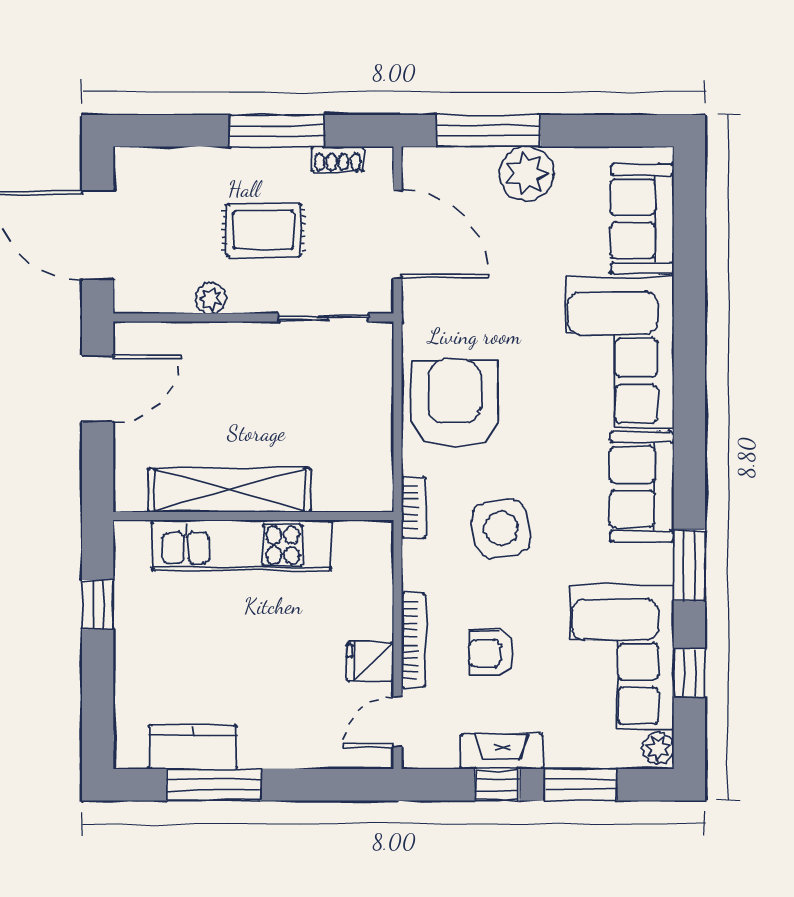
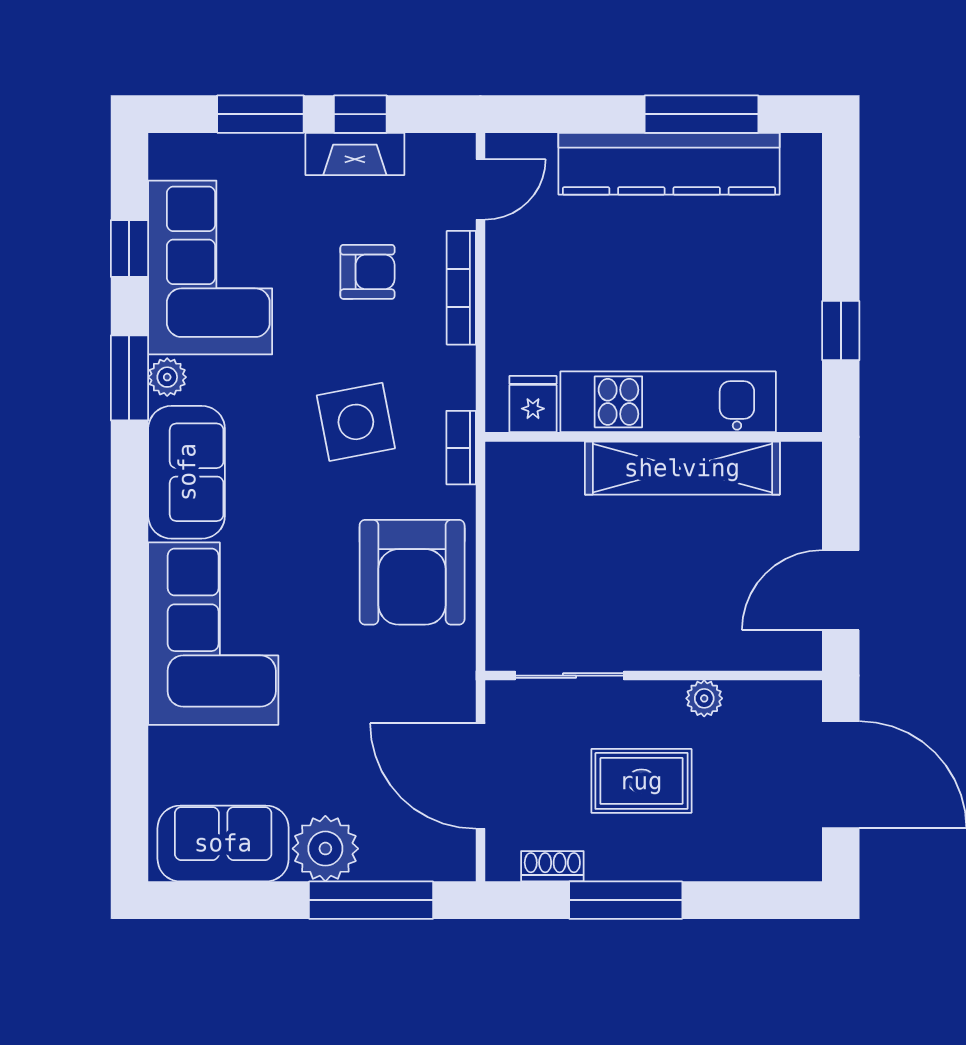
sofa: (642, 219) -> (223, 843), moved, turned -90
fridge: (370, 661) -> (533, 404), moved, turned -90
kitchen counter: (193, 747) -> (669, 164), width x2.08, depth x1.17
plant: (658, 748) -> (167, 377), moved

